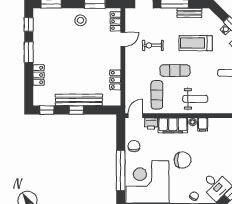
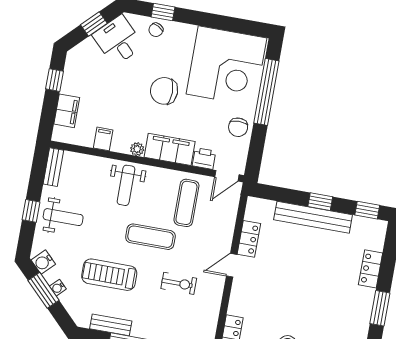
door: (123, 39) -> (232, 265), moved
treadmill: (196, 43) -> (109, 275), turned 180
weight bench: (195, 99) -> (126, 185), turned -90
filing cabinet: (203, 124) -> (103, 139), moved

